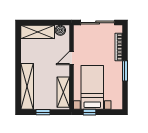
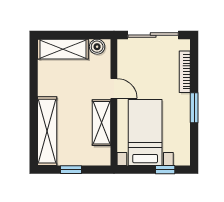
door: (72, 58) -> (114, 88), swing flipped
shelving: (63, 92) -> (102, 123), moved
window: (90, 112) -> (165, 170), moved

